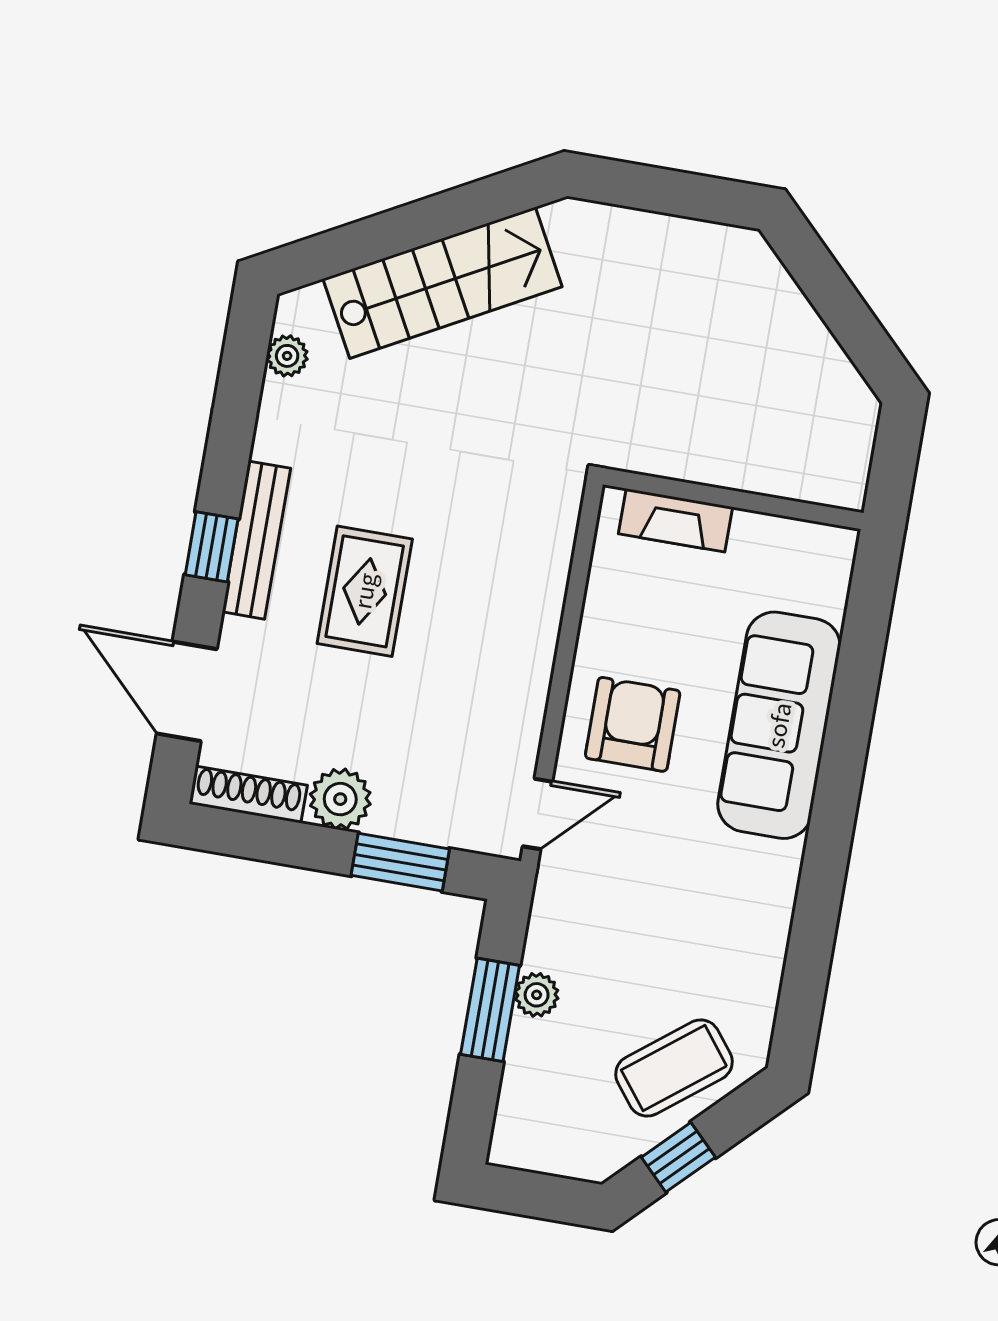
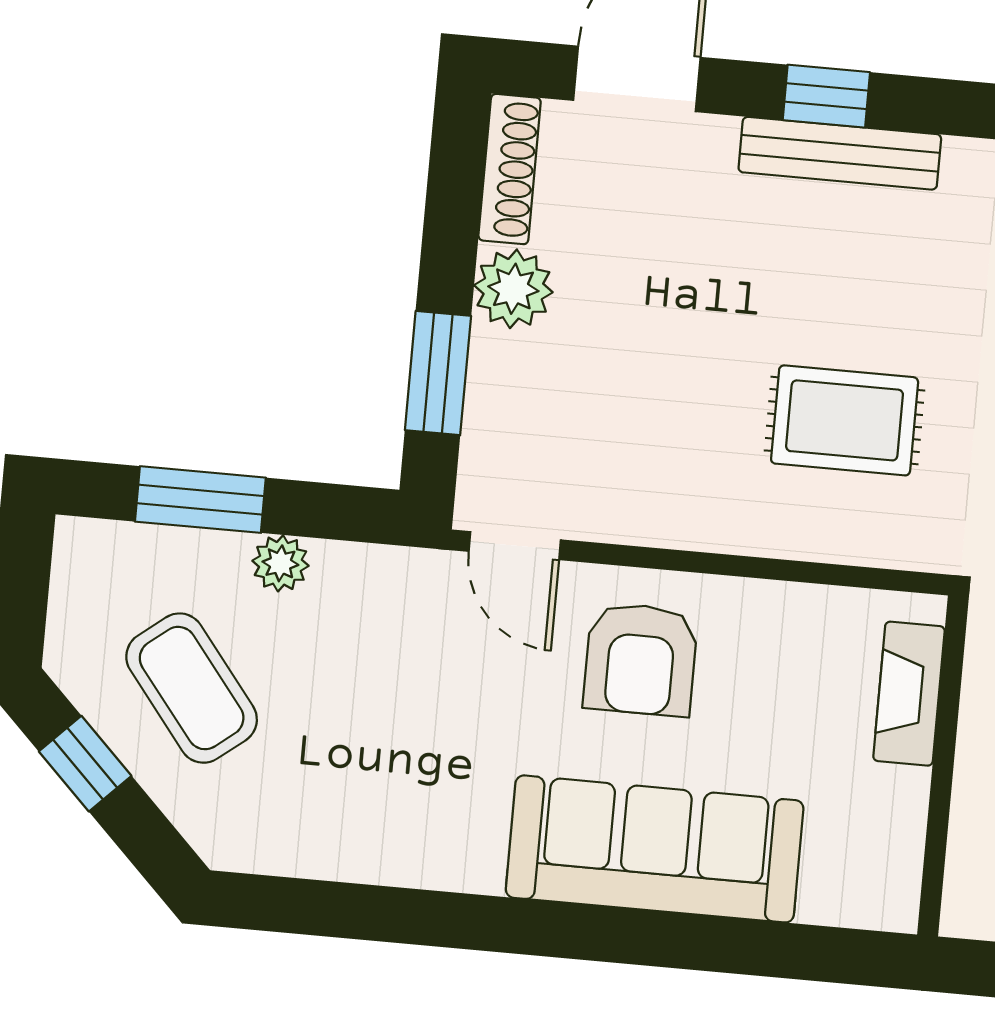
rug: (365, 591) -> (845, 420), moved
armchair: (633, 724) -> (640, 659), turned 90
window: (490, 1010) -> (200, 500), moved
coffee table: (674, 1068) -> (192, 688), moved

